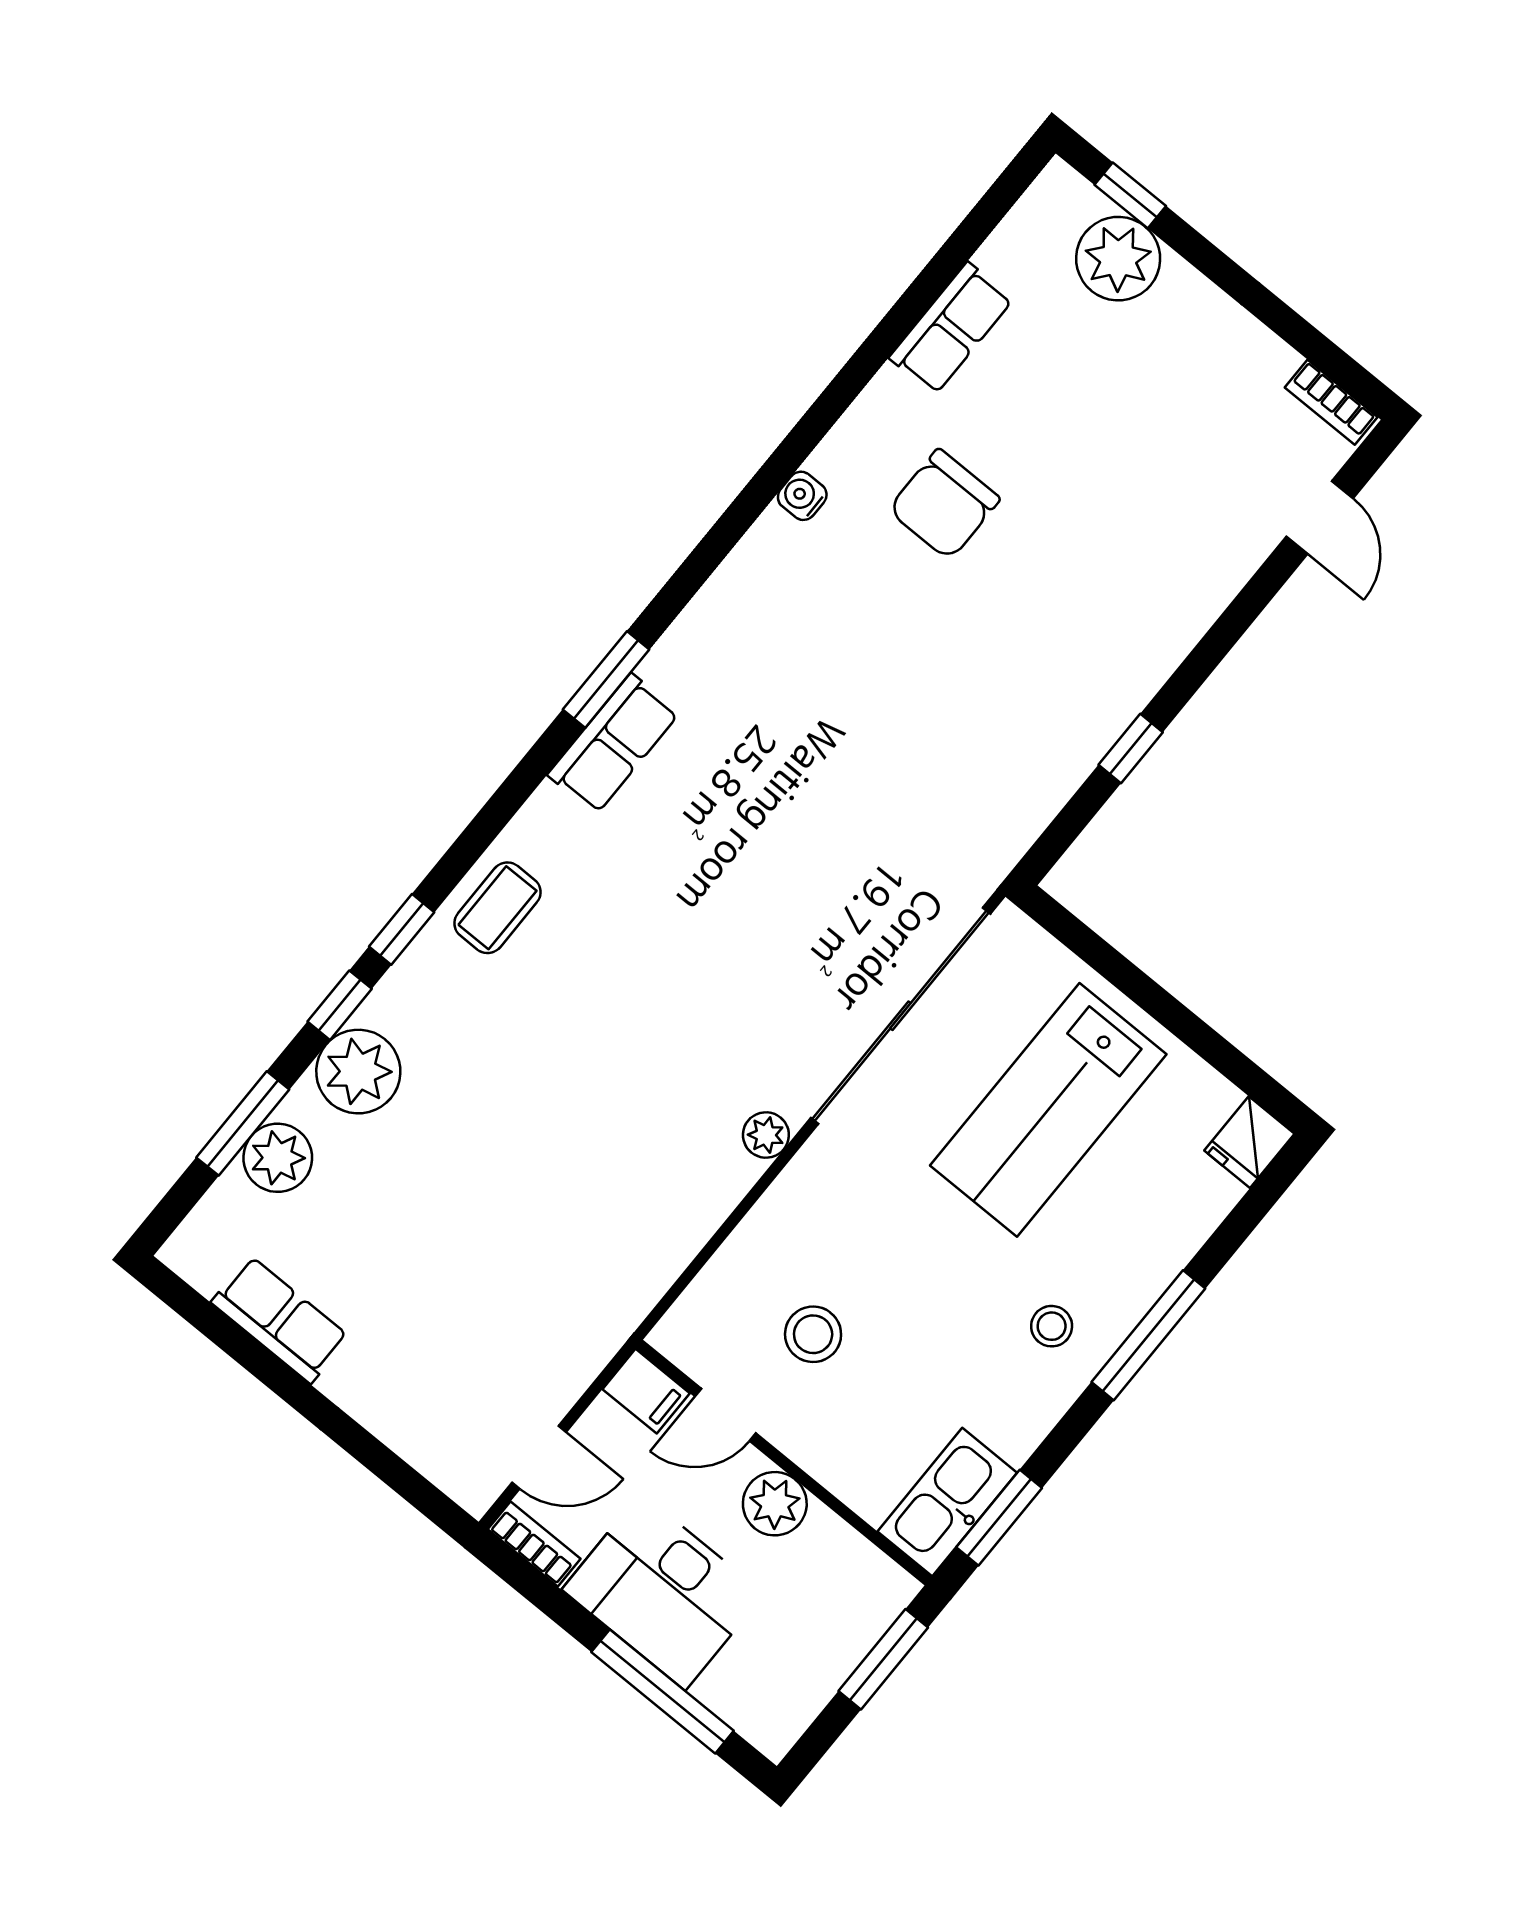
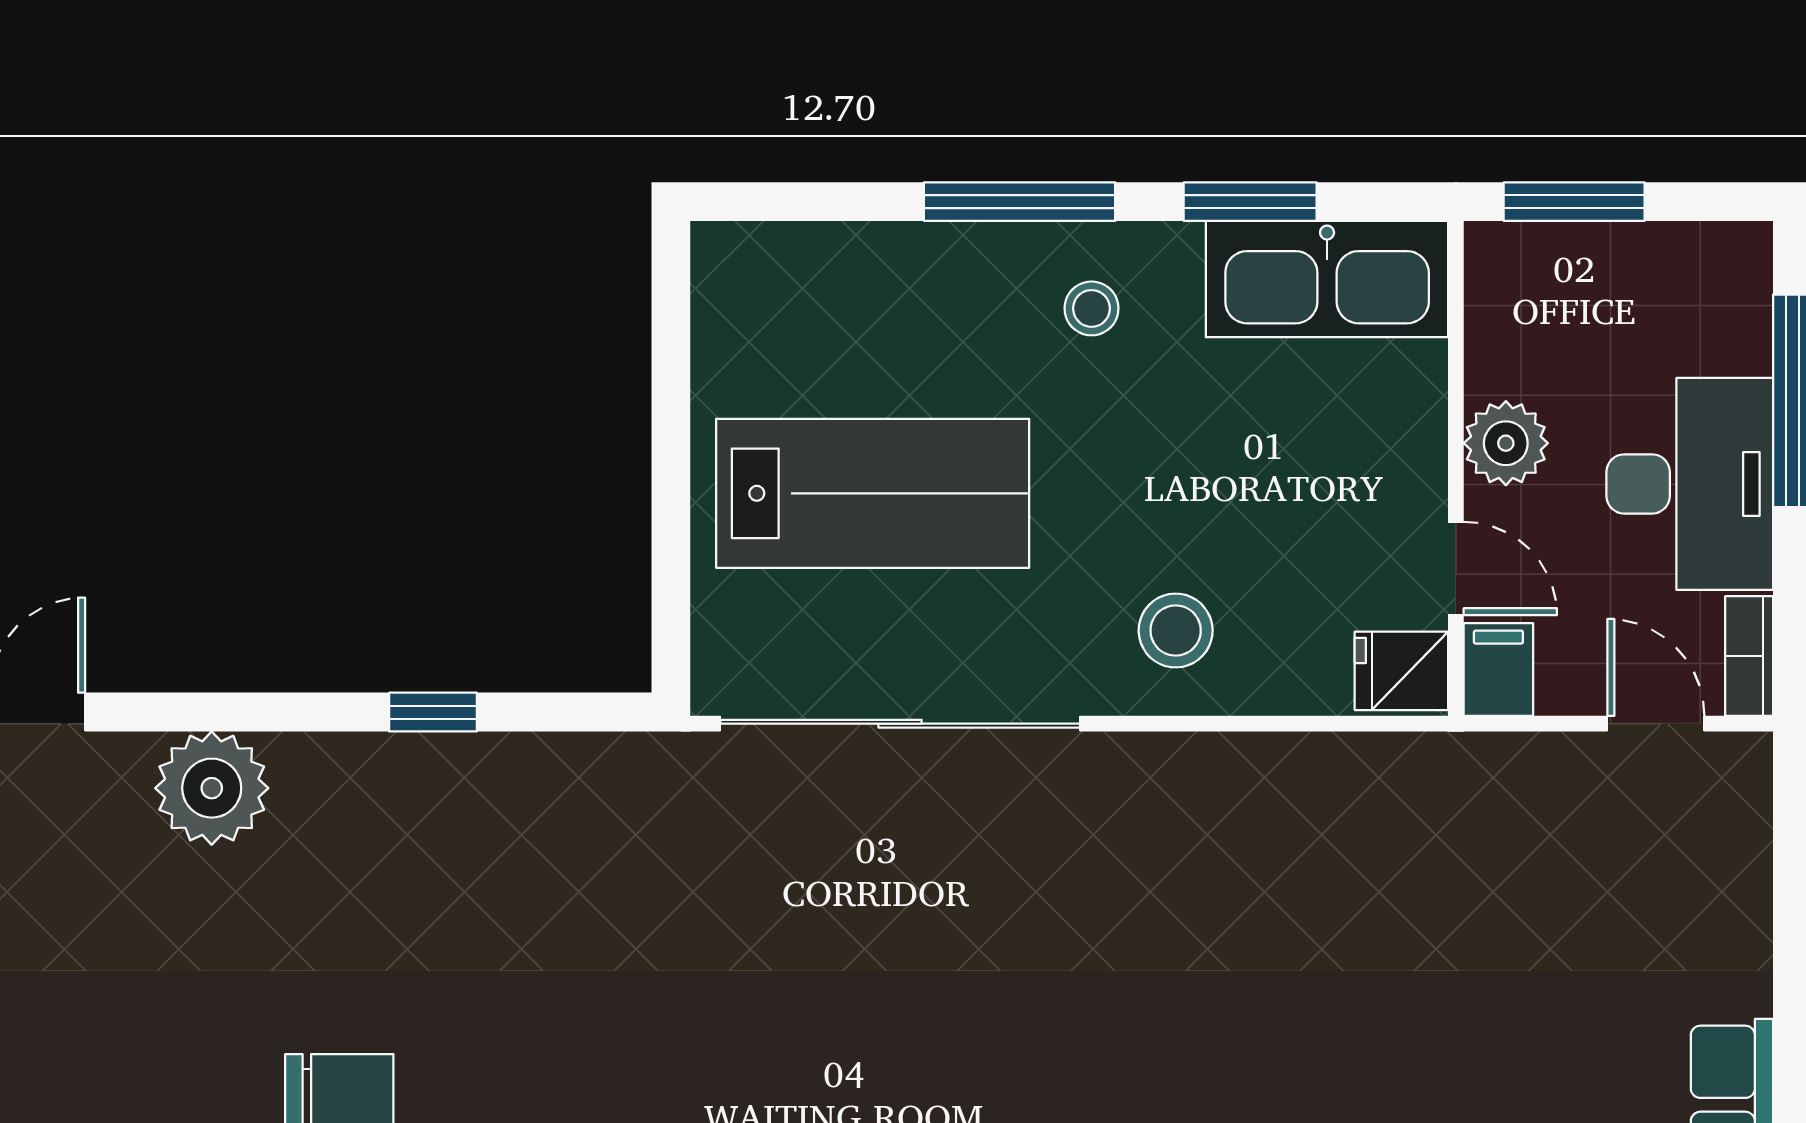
plant: (766, 1135) -> (212, 788), moved, width x1.88, depth x1.88
fridge: (1249, 1142) -> (1401, 671), moved, turned 180
stool: (813, 1334) -> (1176, 631), moved
kitchen sink: (947, 1502) -> (1327, 279), width x1.36, depth x1.24
window: (999, 1518) -> (1250, 202), moved

